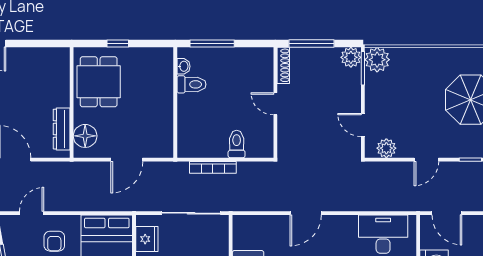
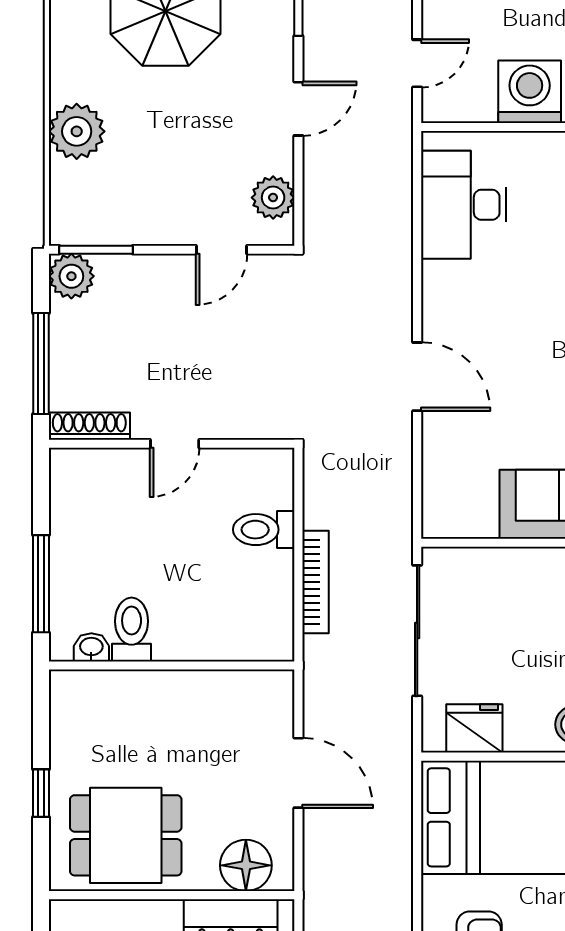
plant: (377, 60) -> (77, 131), moved
door: (426, 160) -> (298, 109), hinge flipped
door: (447, 213) -> (417, 63), width x0.73

